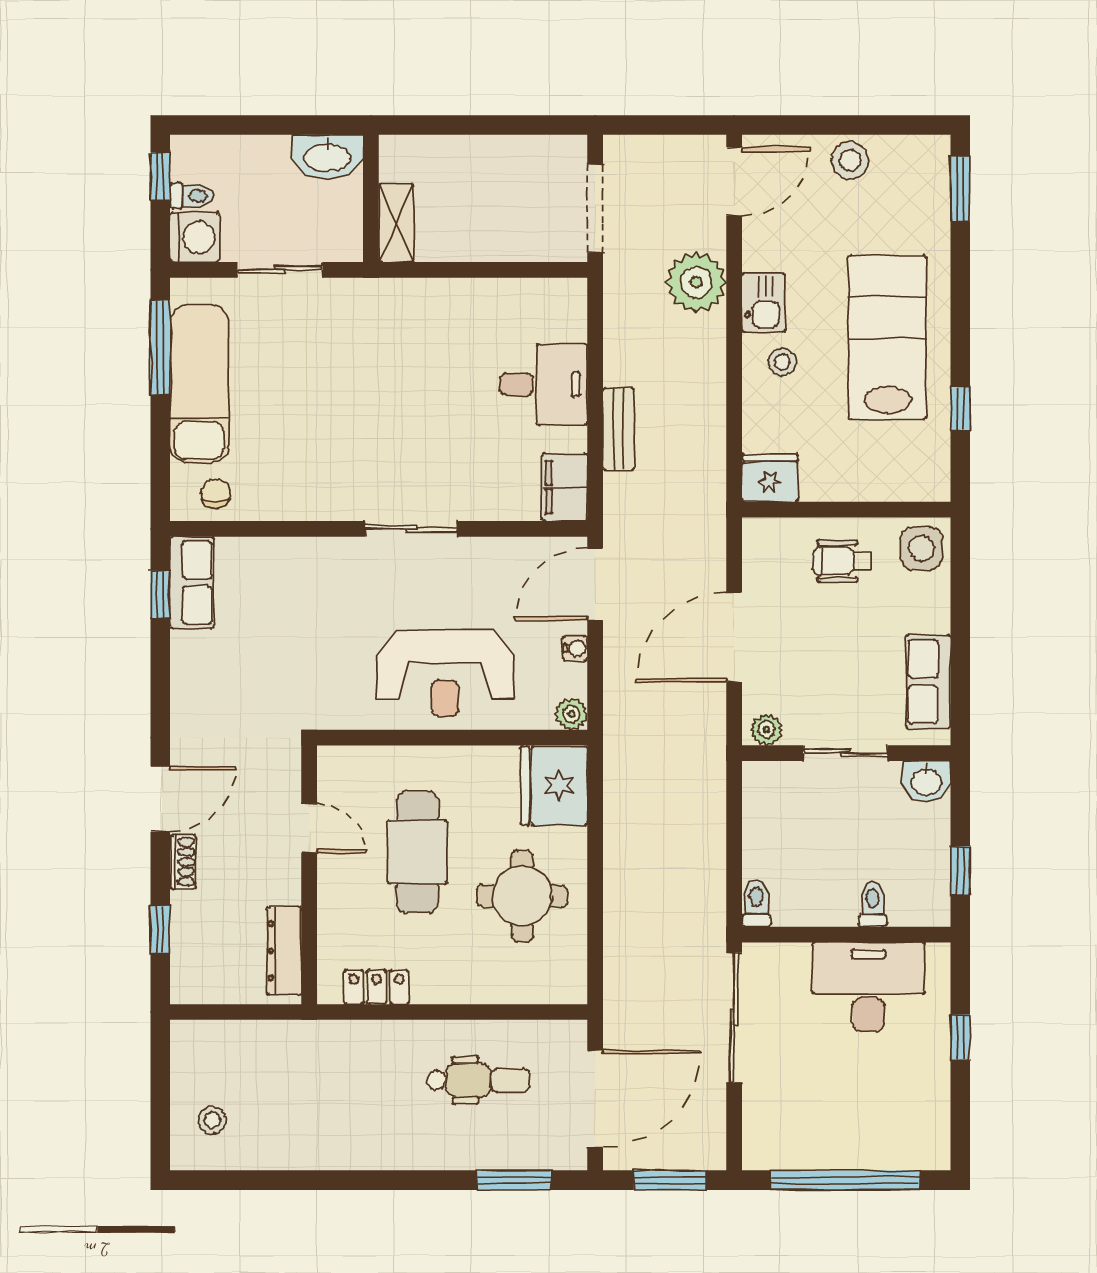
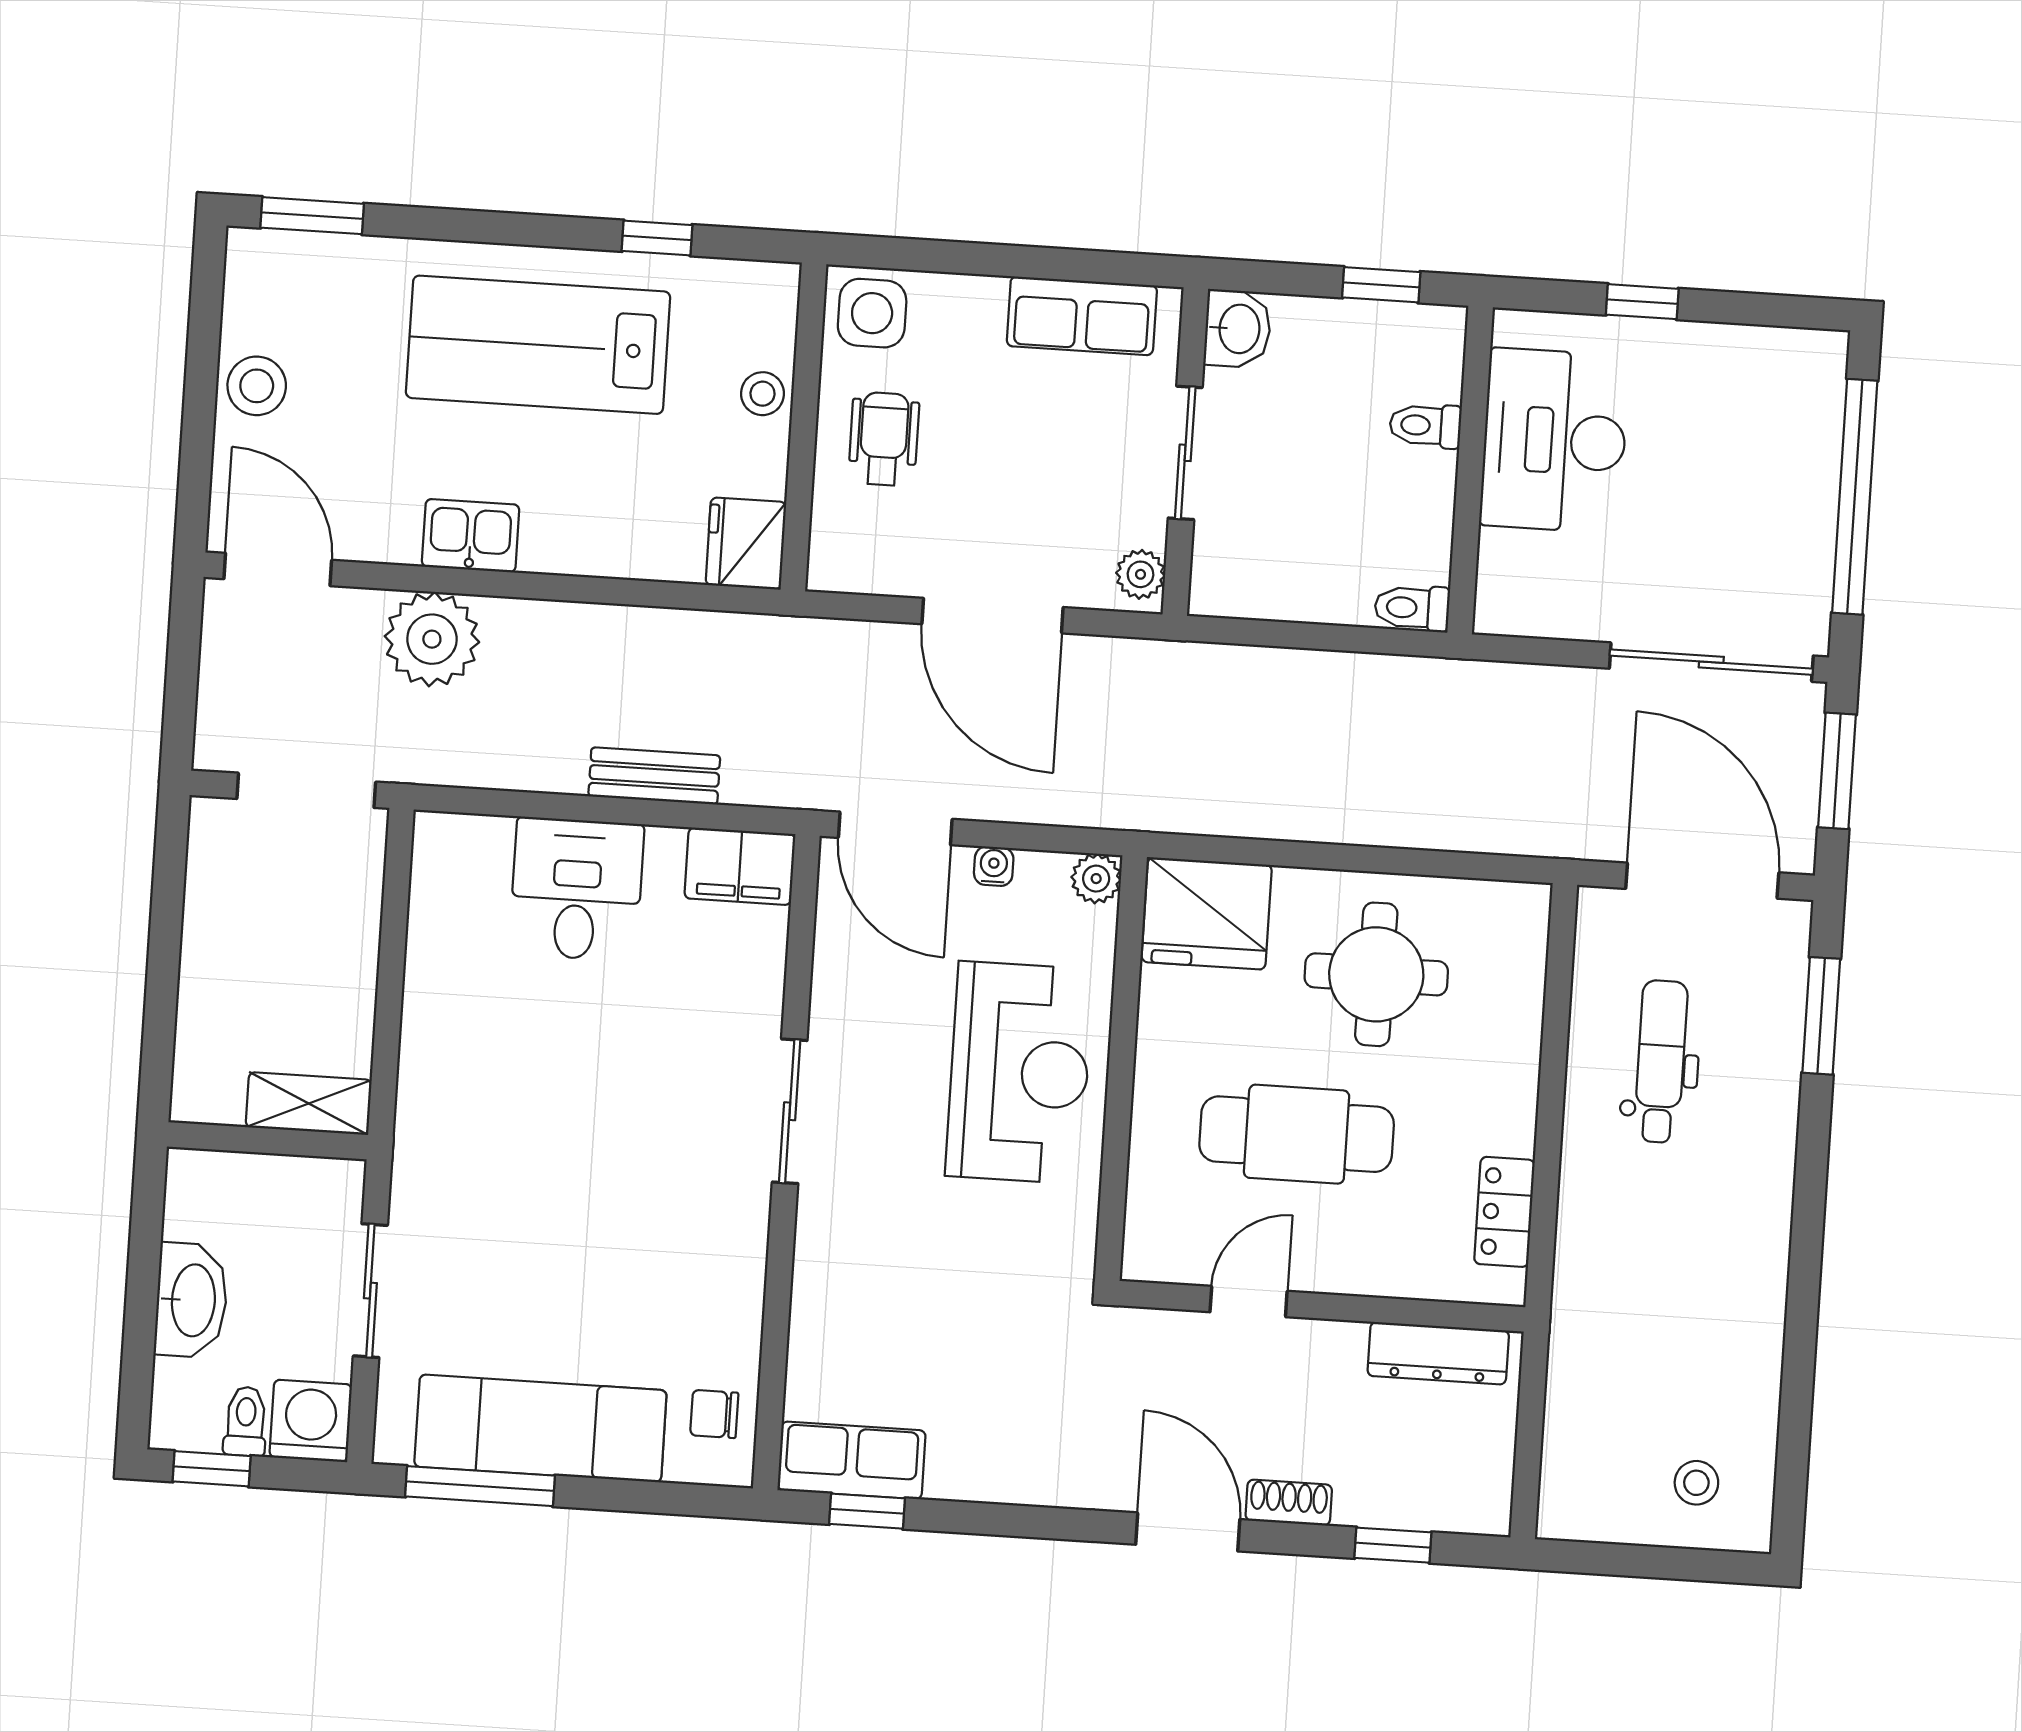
washbasin: (327, 157) -> (191, 1300), moved
stool: (782, 362) -> (762, 394), moved
wheelchair: (842, 561) -> (884, 439), turned 180
sliding door: (734, 1017) -> (1711, 662), moved

